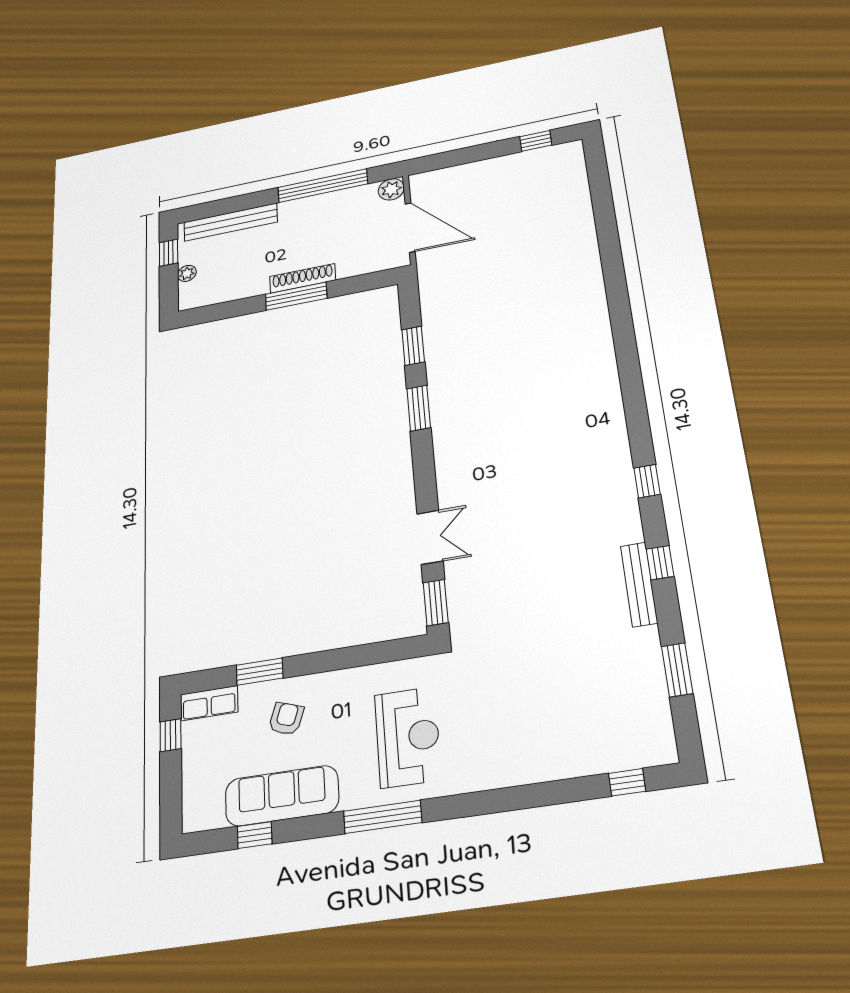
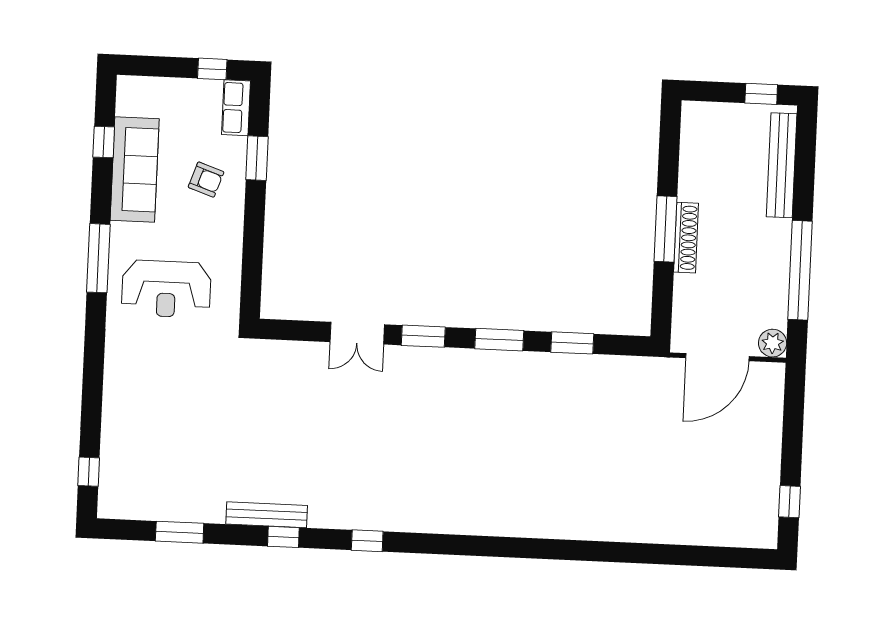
plant: (187, 273) -> (728, 113), removed
window: (436, 603) -> (423, 336), moved

